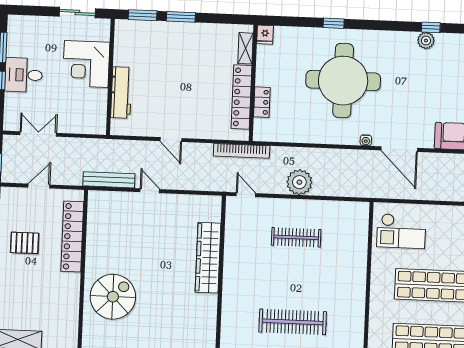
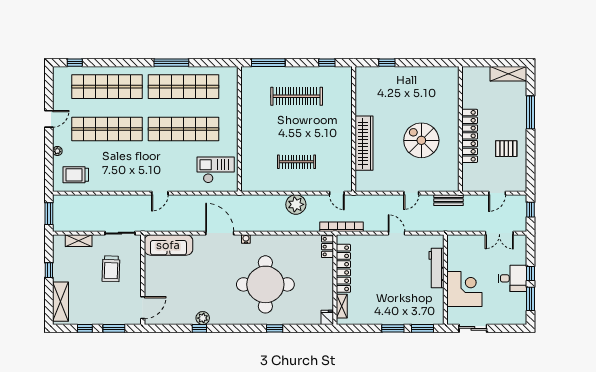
locker: (262, 102) -> (327, 247), moved
bench: (109, 180) -> (448, 200), width x0.73
door: (150, 191) -> (411, 193), hinge flipped
locker: (72, 236) -> (470, 136), moved
spiral stairs: (113, 297) -> (421, 140), moved, turned 90

